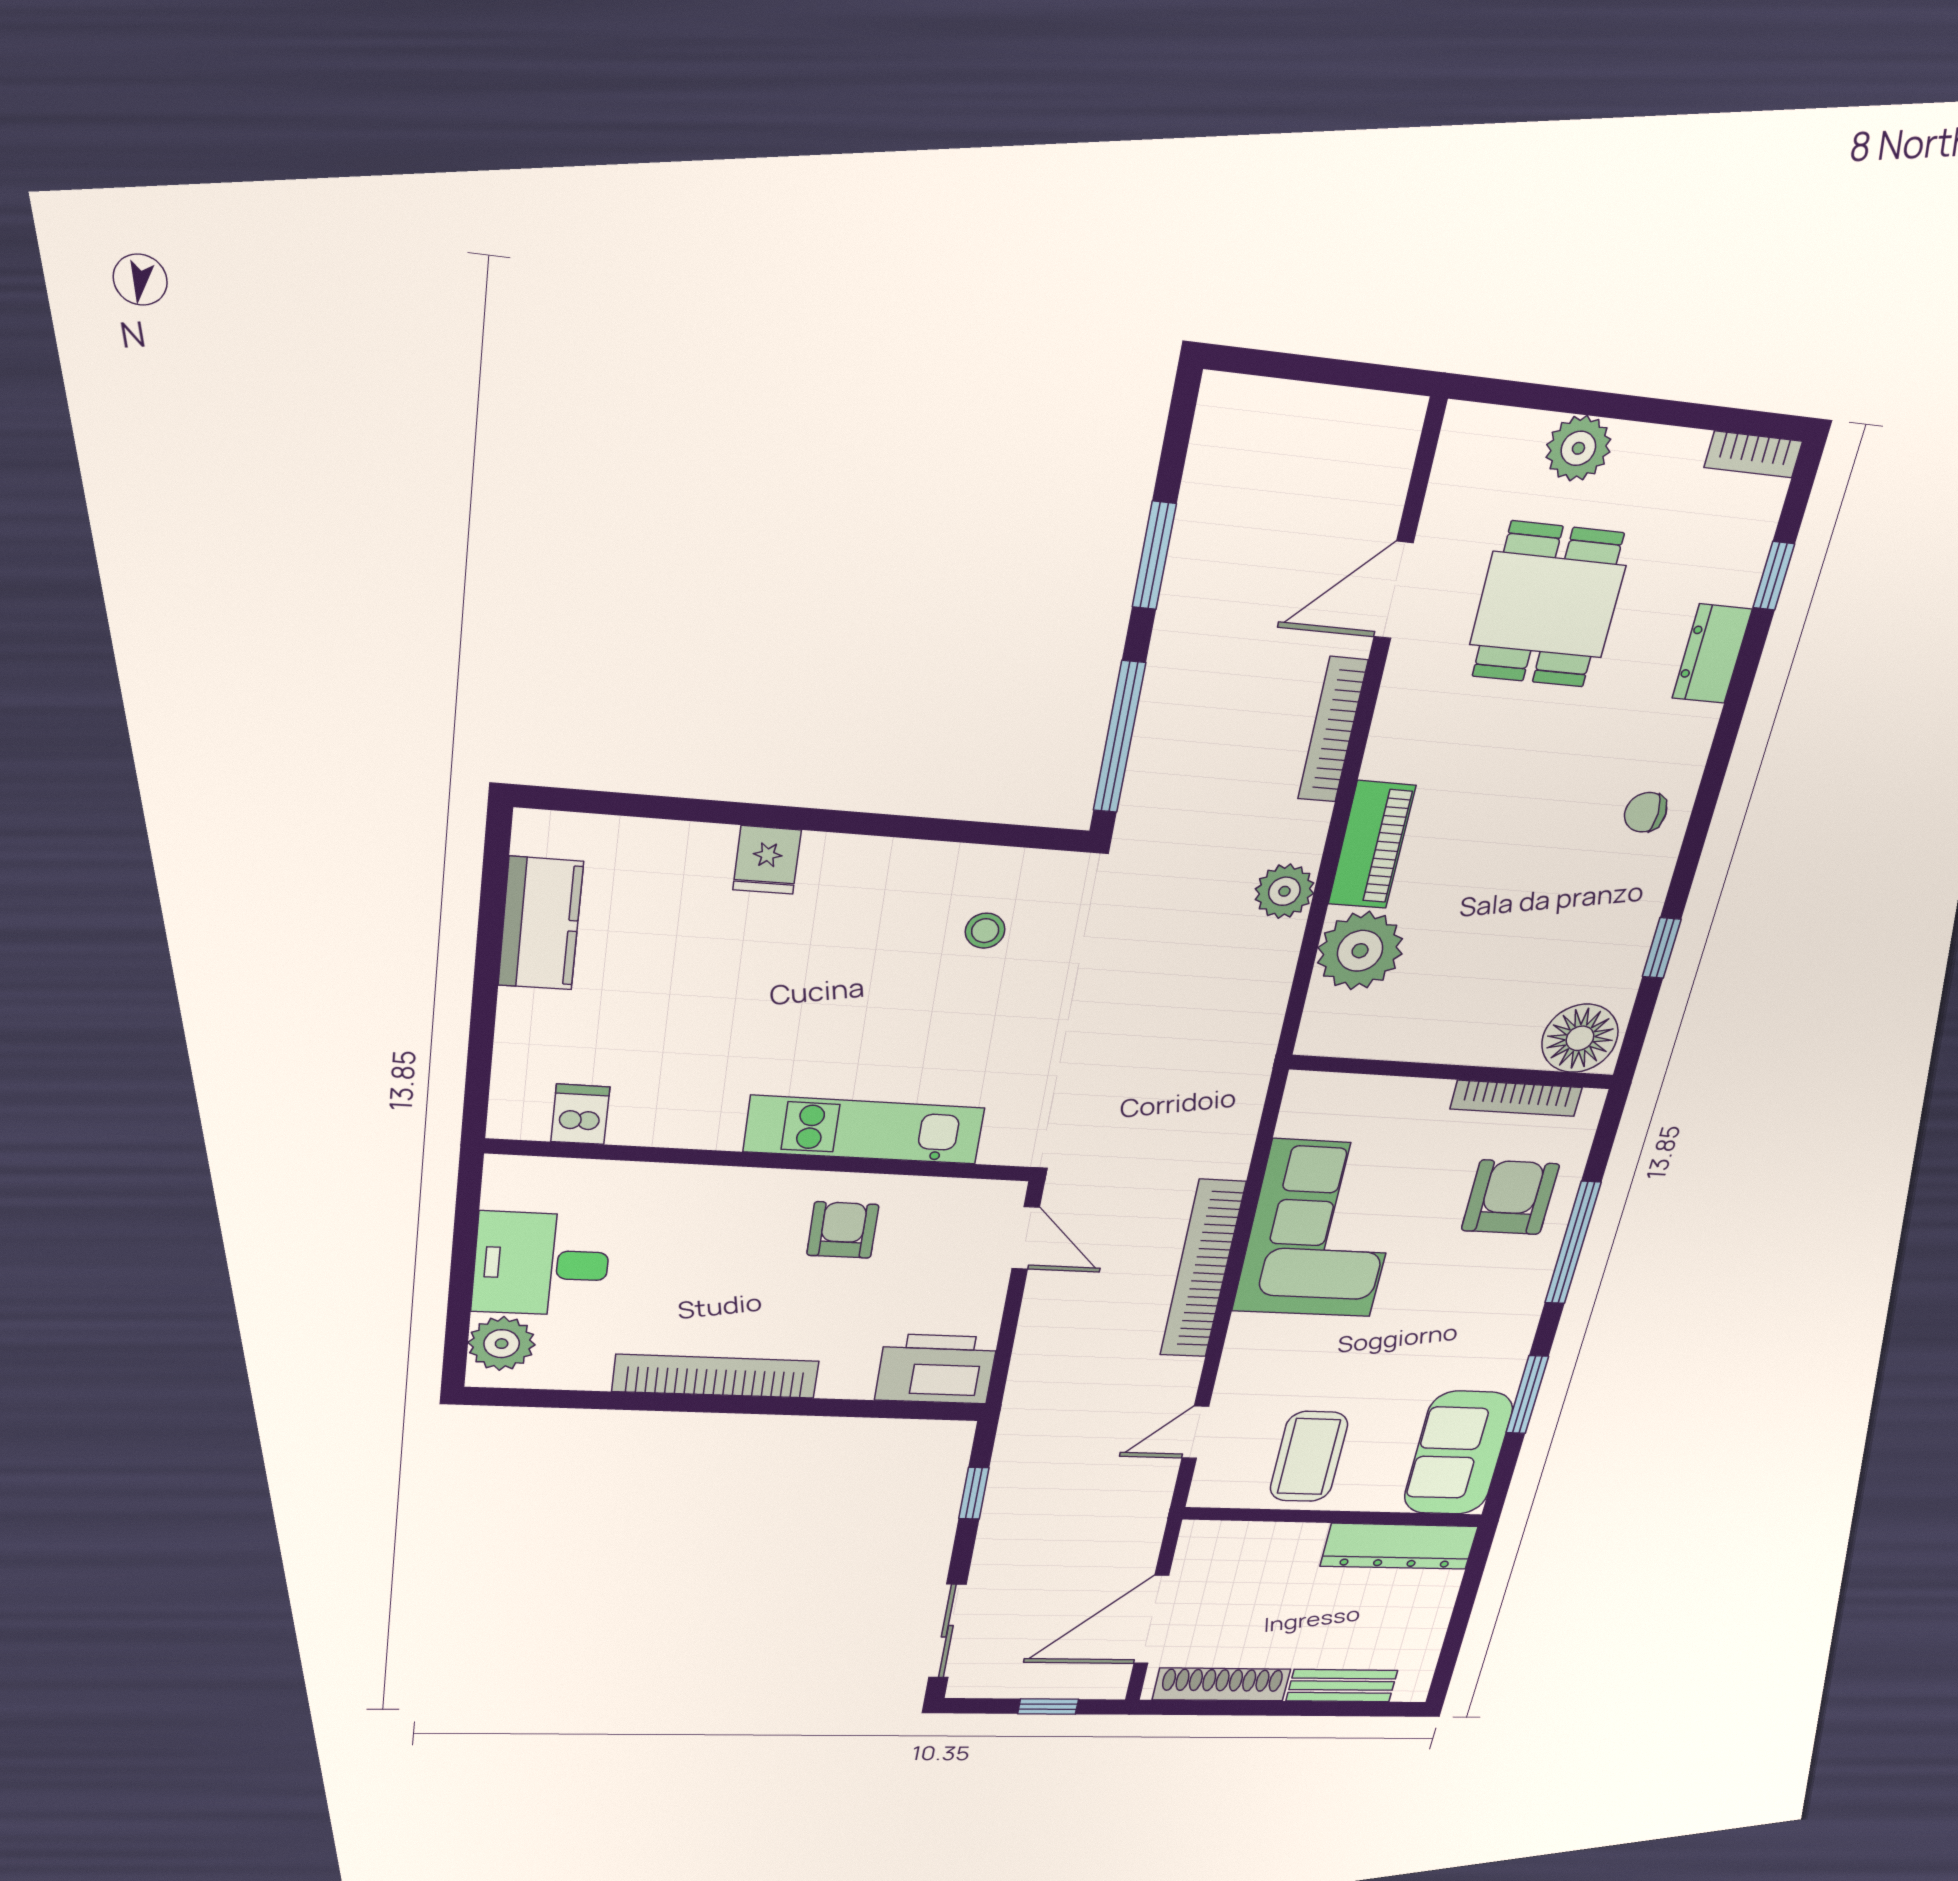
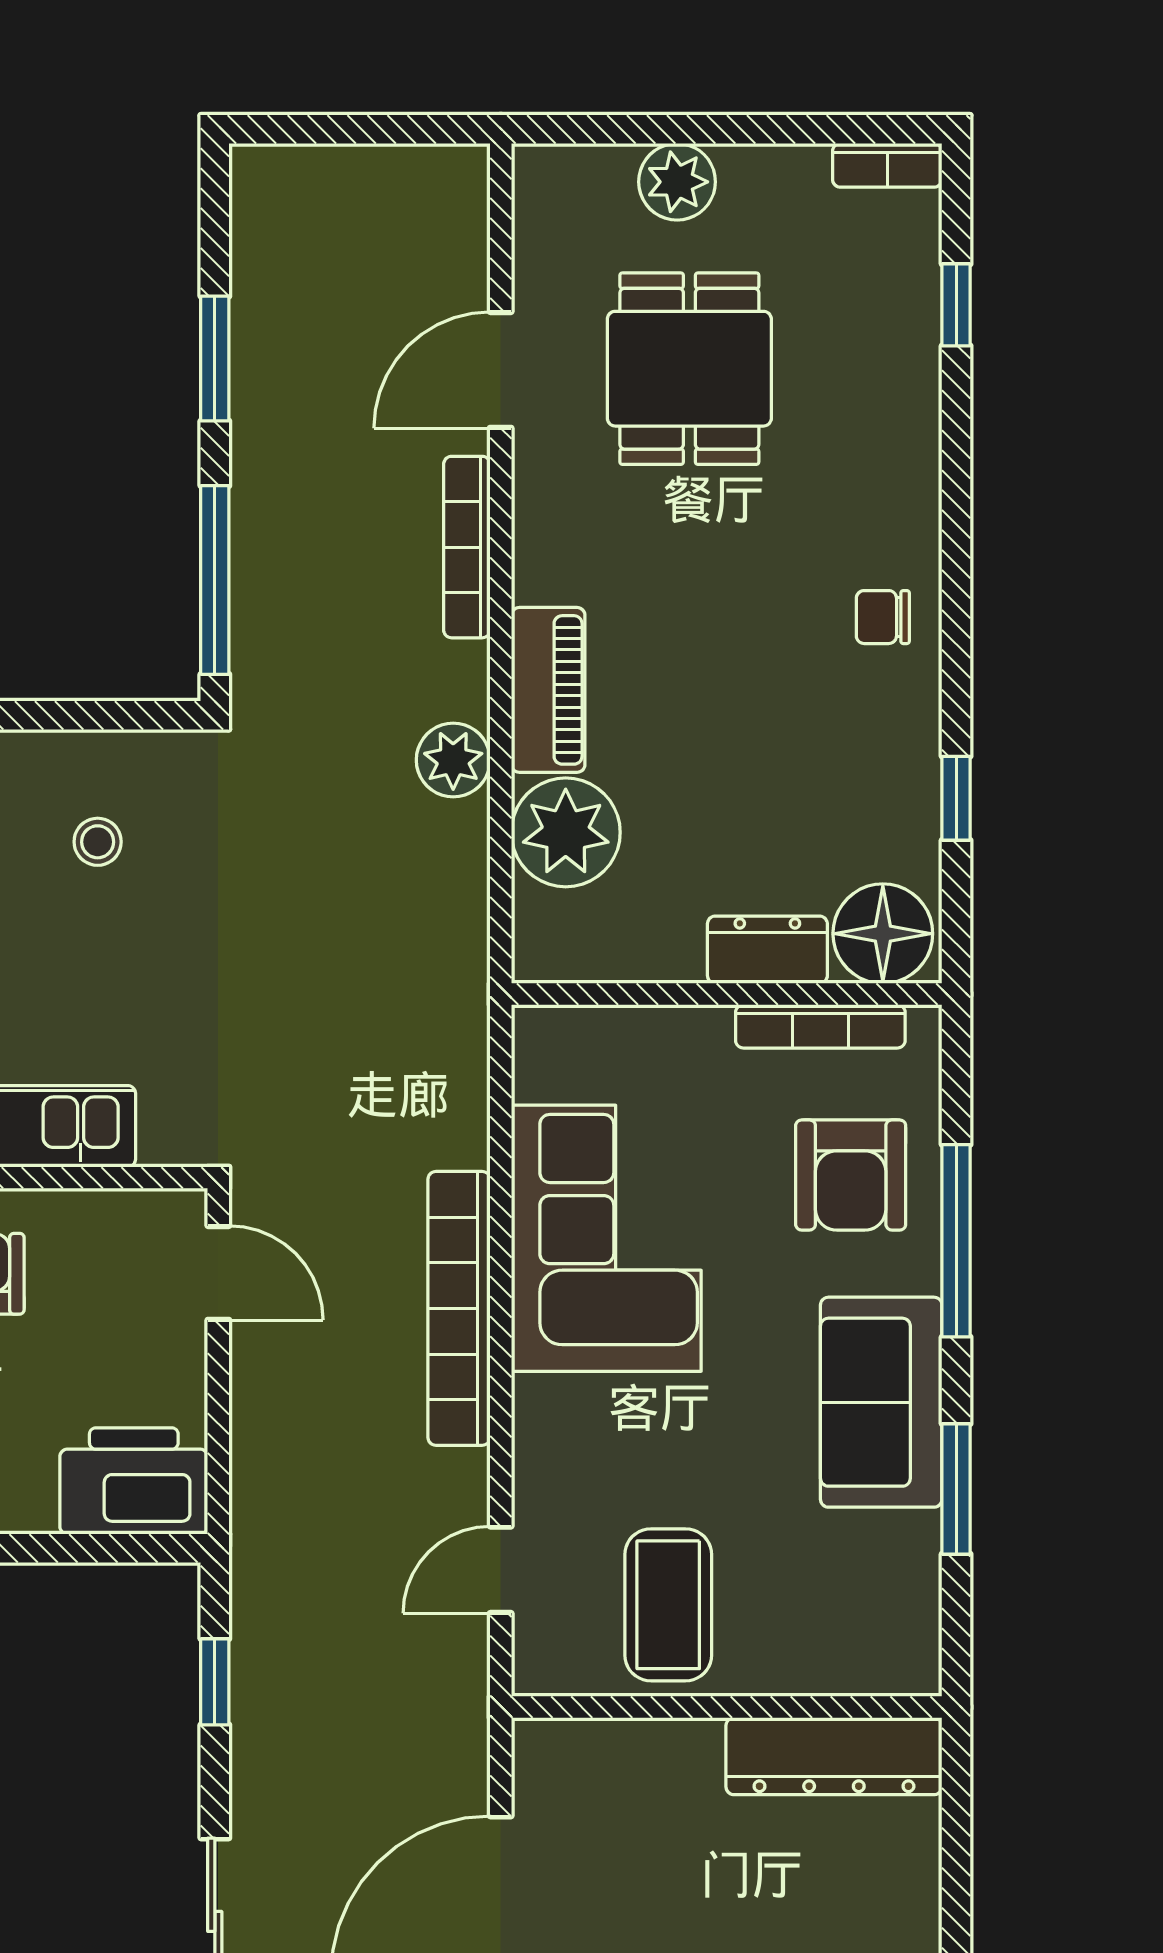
dresser: (1712, 654) -> (767, 950), moved, turned 90
armchair: (1510, 1197) -> (851, 1175), turned 180
sofa: (1458, 1453) -> (881, 1402), moved

